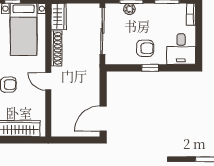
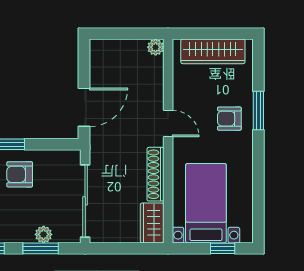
door: (103, 119) -> (84, 107), moved
plant: (56, 131) -> (156, 47), added

